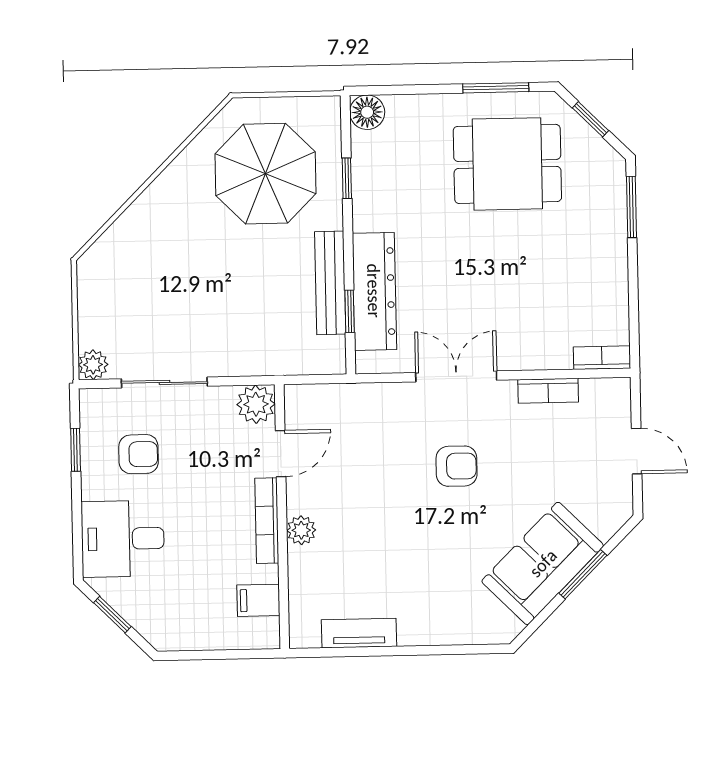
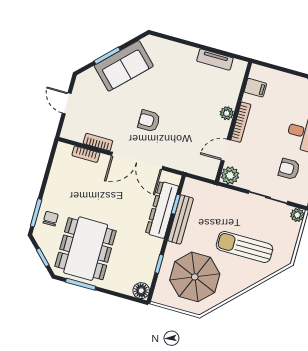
dining table: (507, 164) -> (86, 249), width x1.38
chair: (598, 204) -> (51, 219), added
sun lounger: (182, 266) -> (245, 247), added
bookcase: (602, 358) -> (86, 154), moved
double door: (456, 376) -> (137, 161), width x1.37

